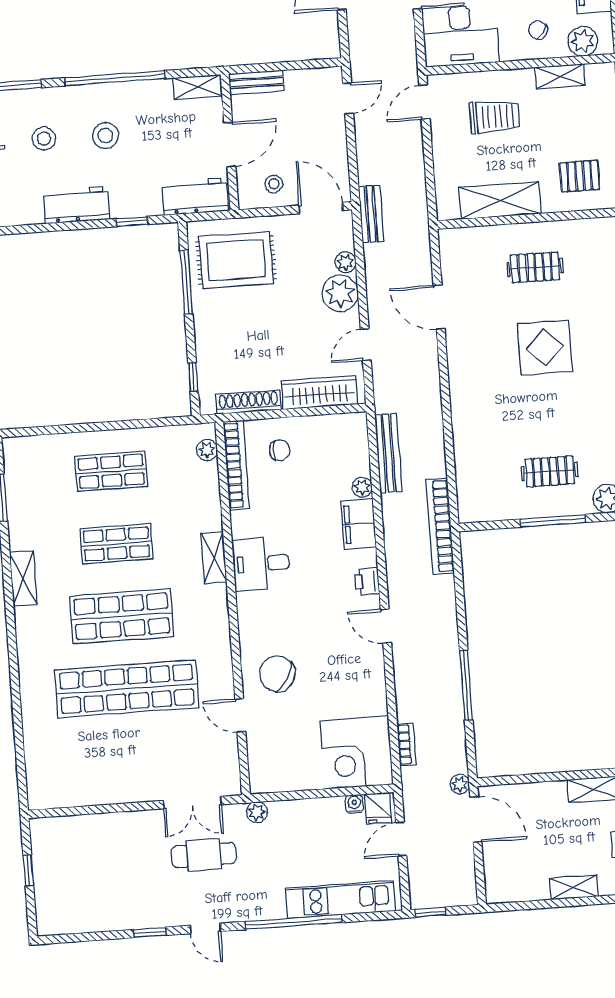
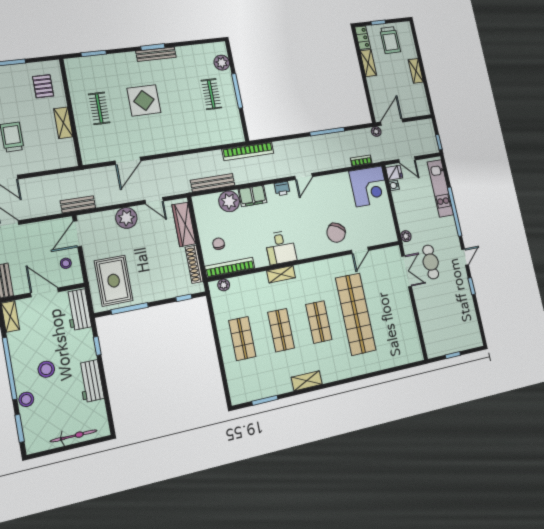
stool: (44, 138) -> (26, 399), moved
shelving: (500, 201) -> (63, 123), width x0.67, depth x0.75
plant: (346, 262) -> (108, 216), removed
plant: (362, 487) -> (229, 201), width x1.87, depth x1.87
shop shelf: (122, 616) -> (319, 322), width x0.70, depth x0.74

